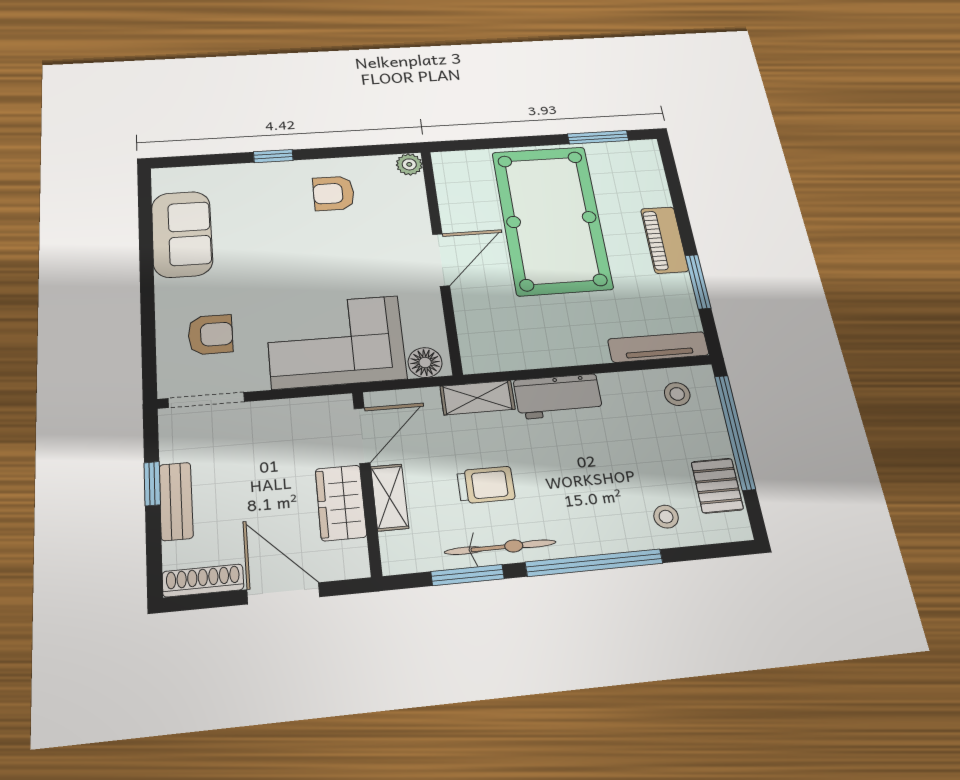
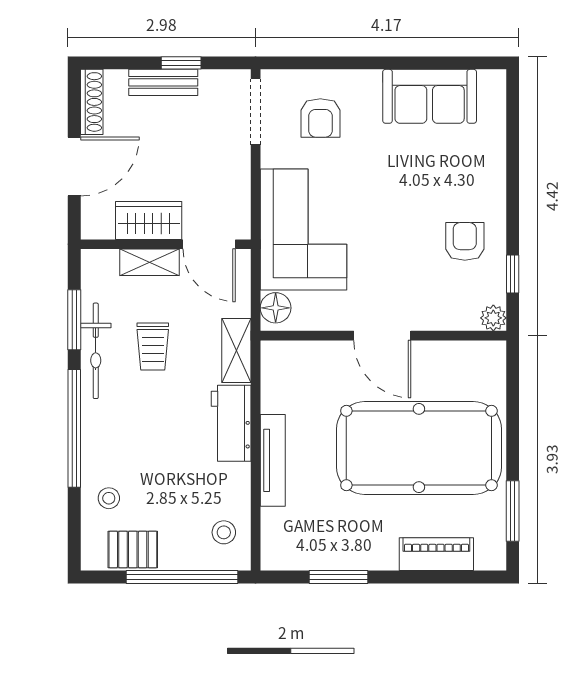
window: (273, 156) -> (513, 274), moved
piano: (664, 240) -> (436, 554), moved
tv unit: (658, 347) -> (273, 460), moved

